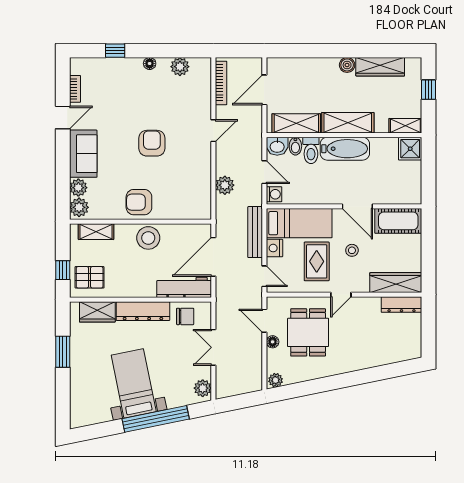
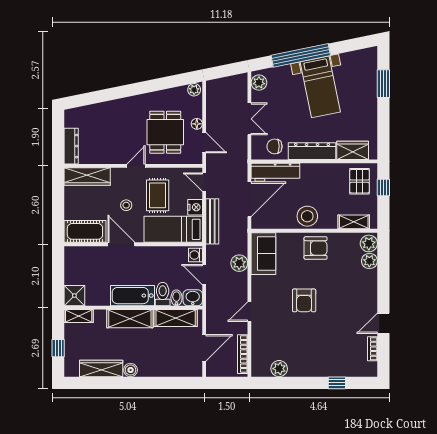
floor lamp: (150, 64) -> (306, 371), removed
sofa: (83, 154) -> (263, 254), moved, turned 180
pallet: (90, 277) -> (360, 181), turned 90
dresser: (402, 305) -> (71, 146), moved, turned 90
window: (63, 352) -> (383, 84), moved

